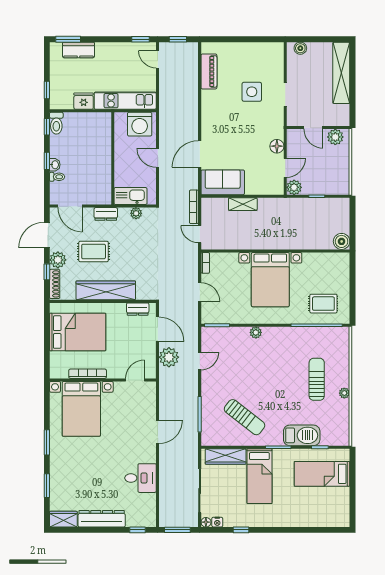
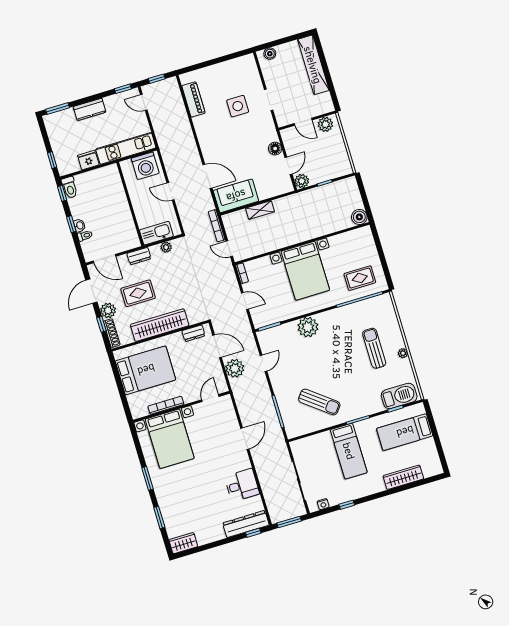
kitchen counter: (78, 50) -> (90, 109), moved
door: (200, 154) -> (207, 176), swing flipped
plant: (256, 332) -> (308, 327), width x1.87, depth x1.87
barbecue: (302, 435) -> (399, 396), moved
wardrobe: (226, 456) -> (403, 477), moved, turned 180
dresser: (102, 519) -> (246, 524), moved
floor lamp: (206, 522) -> (313, 507), removed

